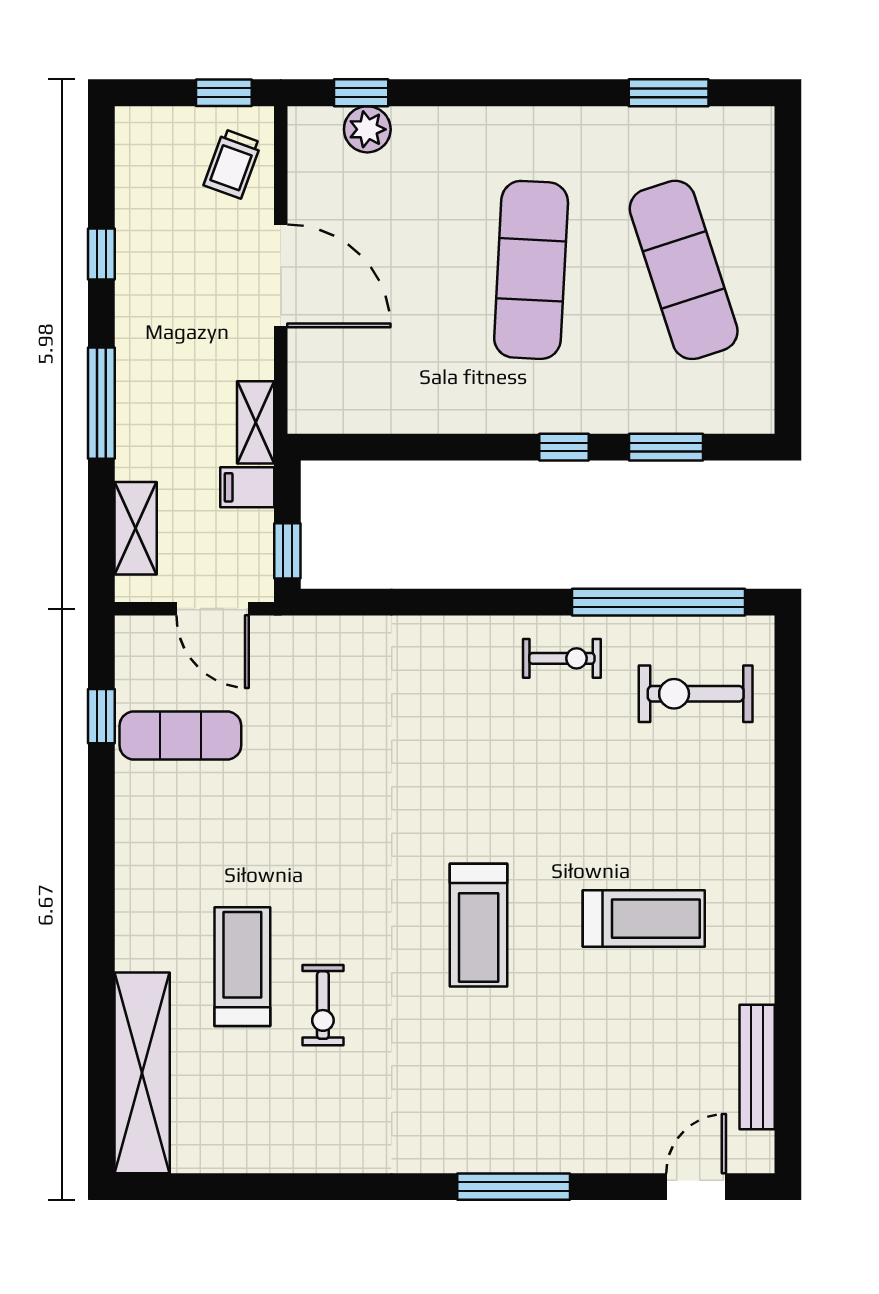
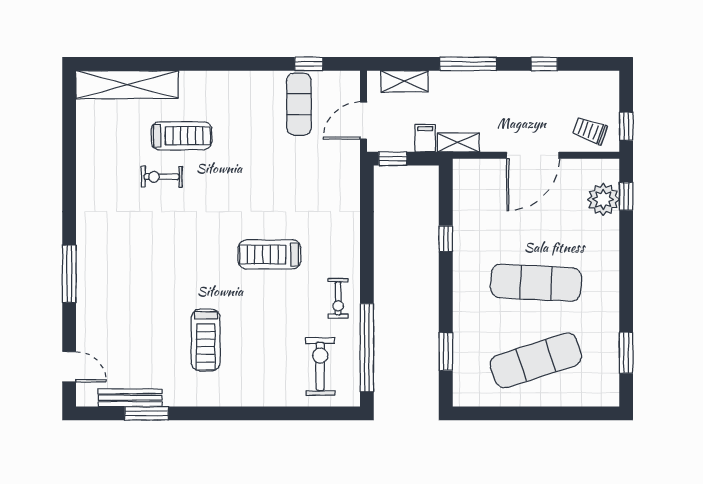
plant: (367, 129) -> (603, 199), width x1.36, depth x1.36
window: (564, 447) -> (446, 239), moved
treadmill: (479, 925) -> (270, 254), moved
window: (788, 1035) -> (147, 413), added

